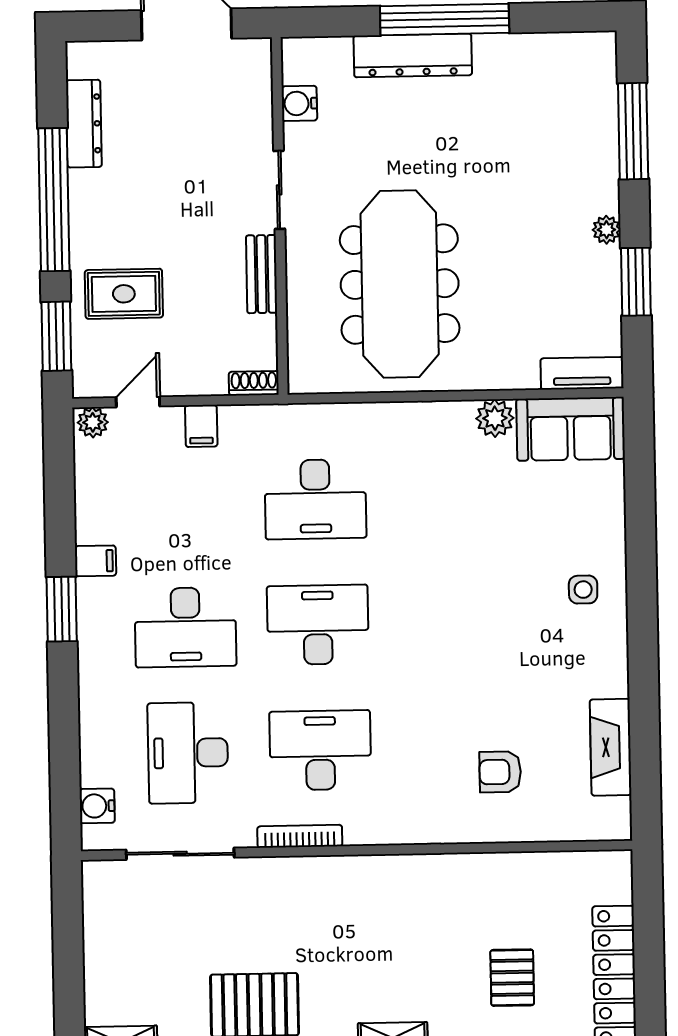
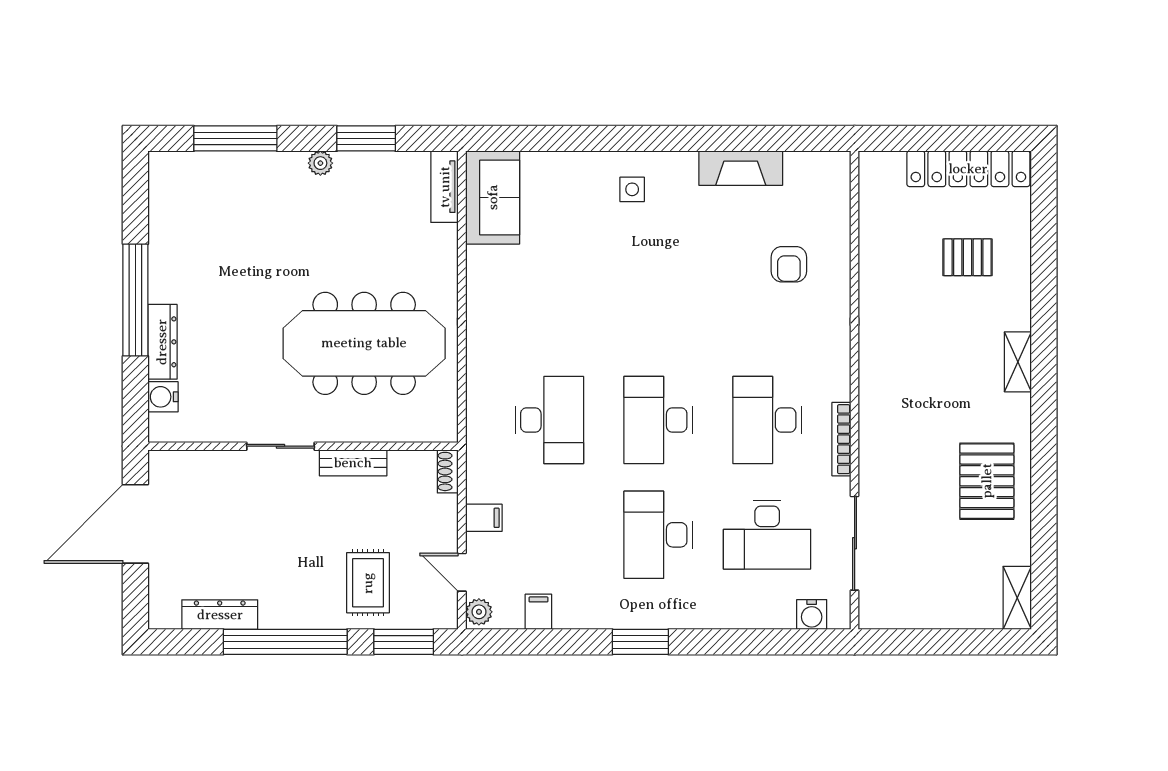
dresser: (413, 55) -> (162, 342), width x0.73, depth x0.80
water cooler: (299, 103) -> (163, 397), moved, turned 90
plant: (495, 418) -> (482, 263), removed
filing cabinet: (95, 561) -> (538, 612), moved
desk: (185, 627) -> (658, 535), turned 180
fireplace: (611, 747) -> (741, 168), moved

